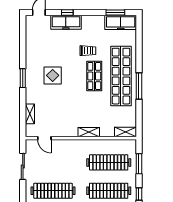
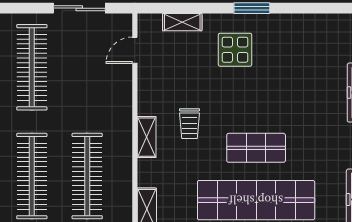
trolley: (88, 51) -> (189, 124), moved
display table: (53, 75) -> (235, 50), moved

